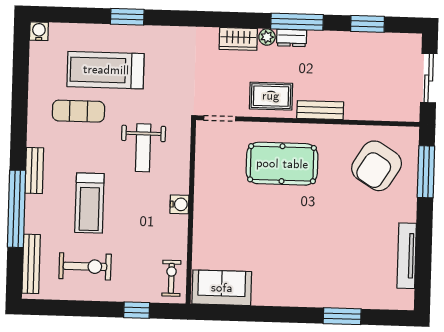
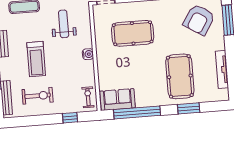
weight bench: (143, 148) -> (64, 24), turned 180
pool table: (282, 164) -> (133, 33), moved
pool table: (333, 260) -> (180, 76), added
window: (253, 314) -> (137, 112), added

